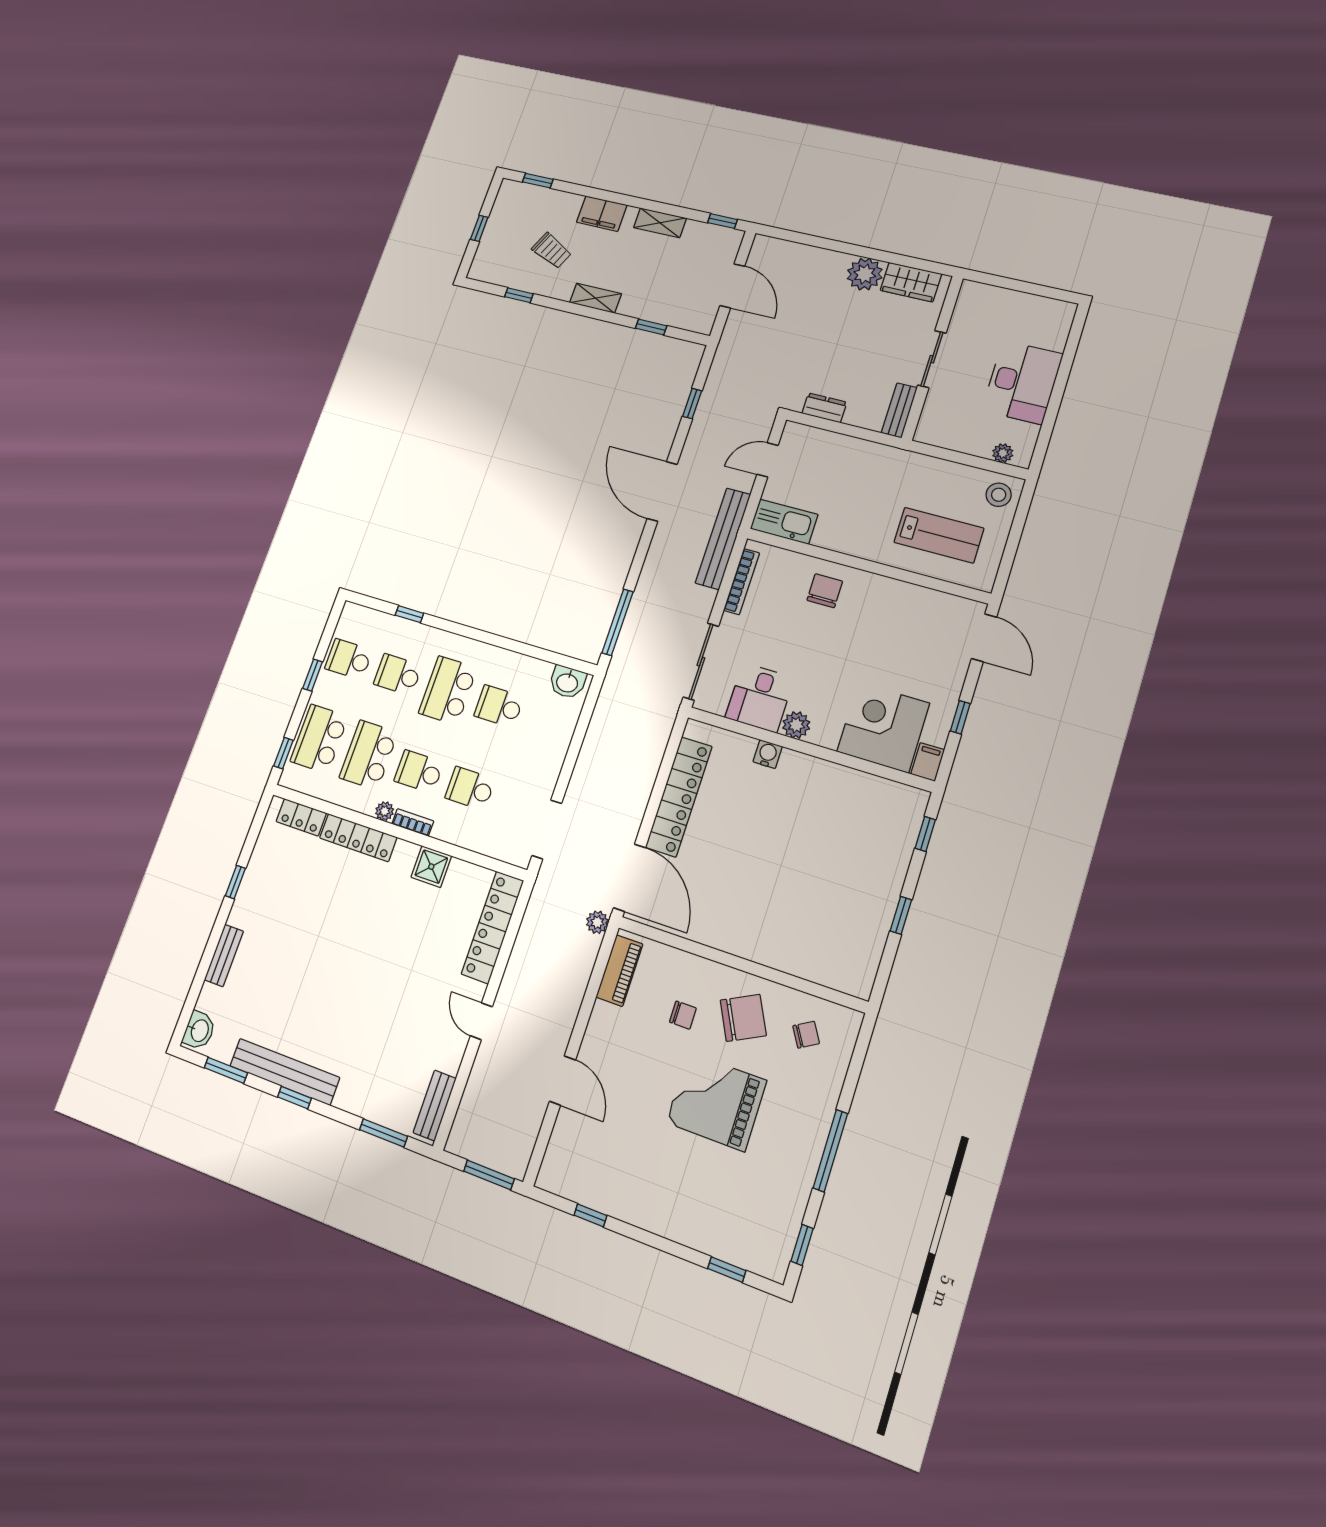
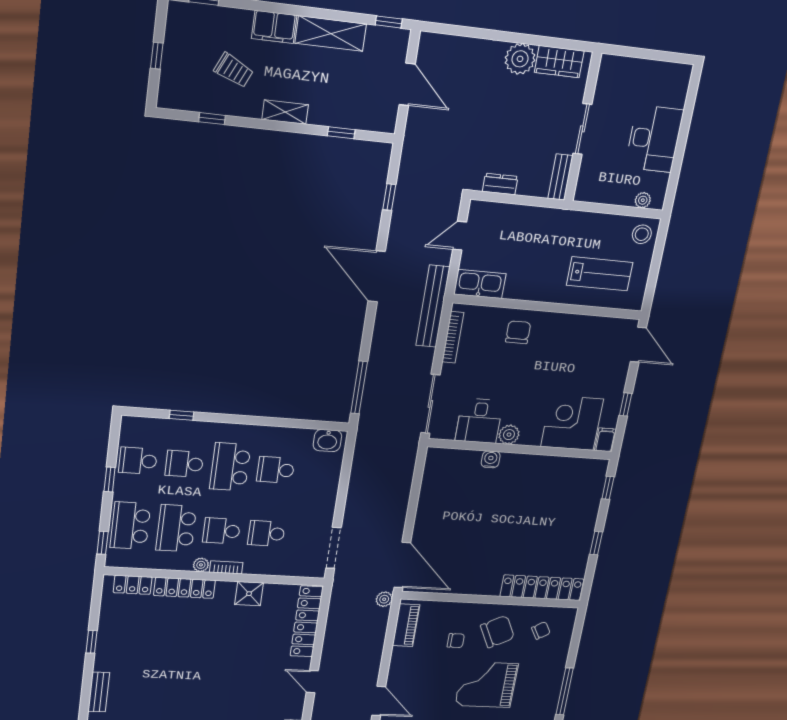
shelving: (660, 223) -> (331, 34), width x1.50, depth x1.33
locker: (679, 797) -> (542, 588), moved, turned -90

